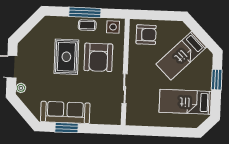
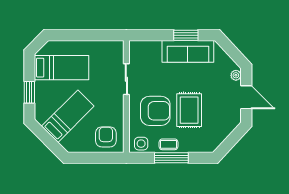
armchair: (146, 35) -> (106, 137), turned 90
armchair: (98, 57) -> (155, 111), turned 90

